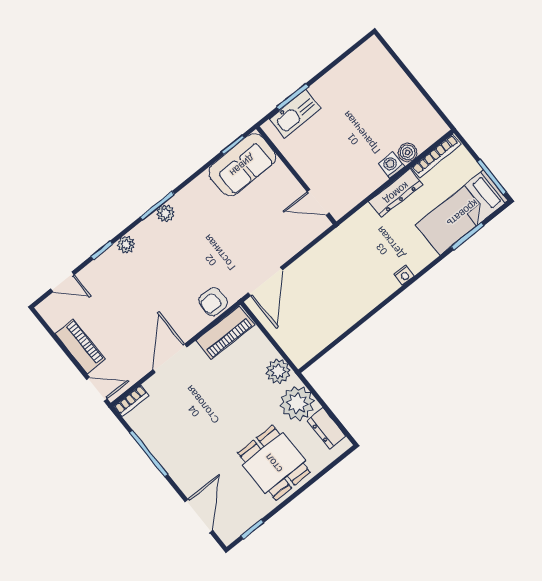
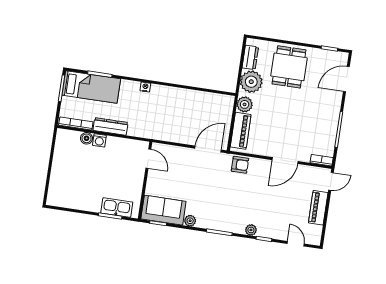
plant: (165, 213) -> (190, 221), moved
piano: (225, 333) -> (241, 131), moved, turned 90
door: (97, 389) -> (331, 181), swing flipped

